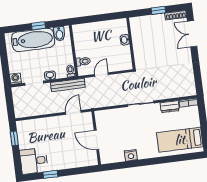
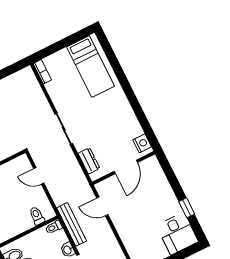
door: (101, 75) -> (39, 176), moved
dresser: (170, 107) -> (89, 161), moved
nightstand: (131, 155) -> (142, 143), moved

